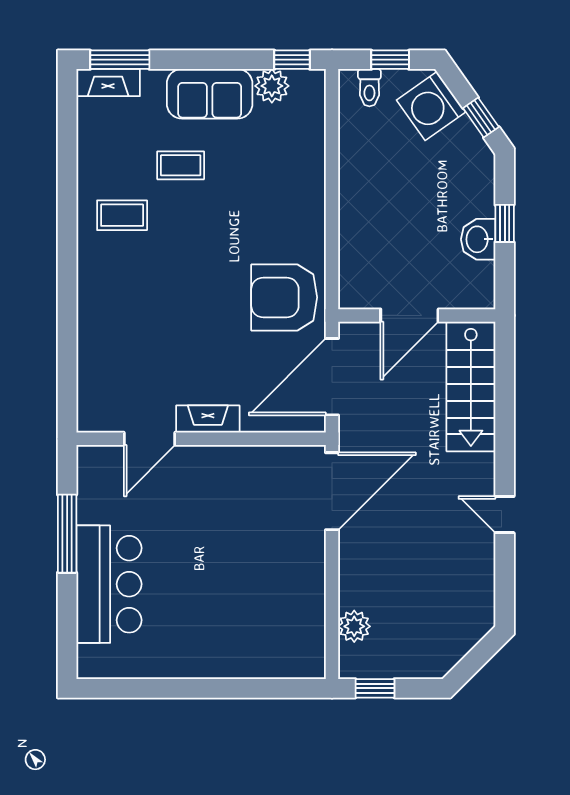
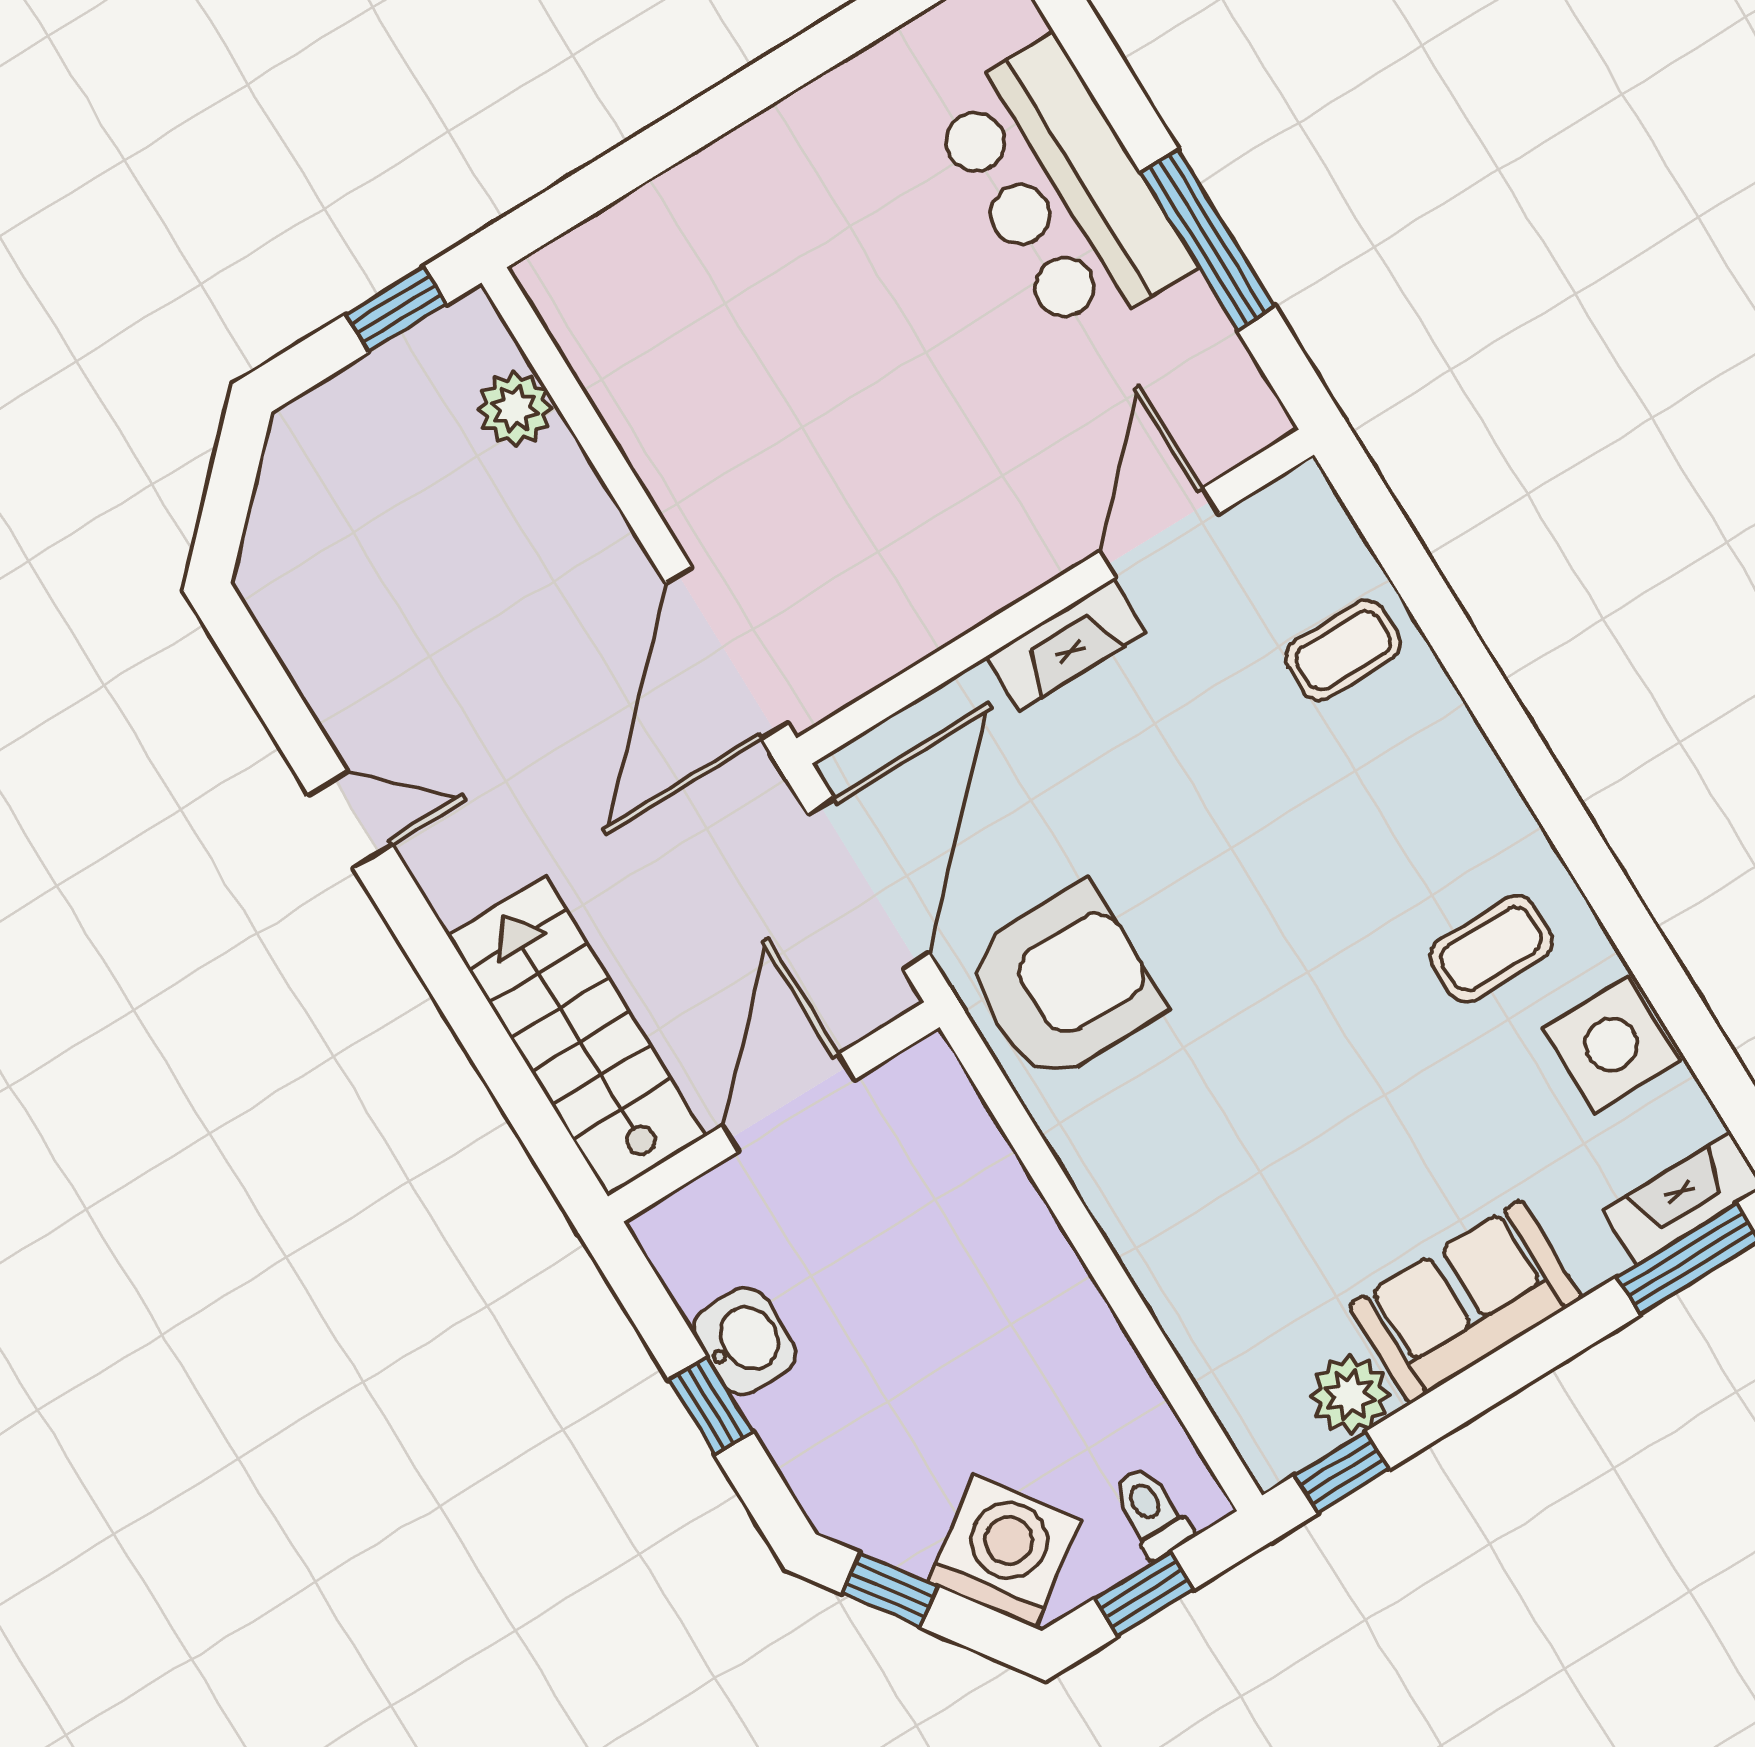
side table: (100, 154) -> (1611, 1045), added
coffee table: (181, 165) -> (1343, 650), moved

